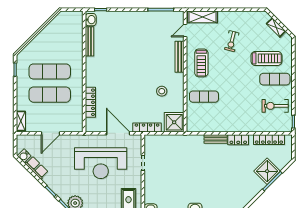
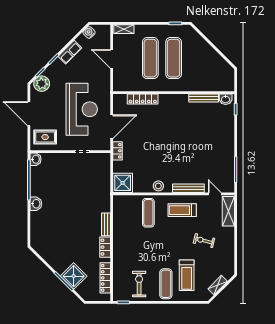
stool: (162, 91) -> (158, 186), moved
locker: (147, 127) -> (117, 151), width x0.66
reception desk: (101, 163) -> (82, 109), turned 180
row of seats: (37, 168) -> (70, 52), moved

